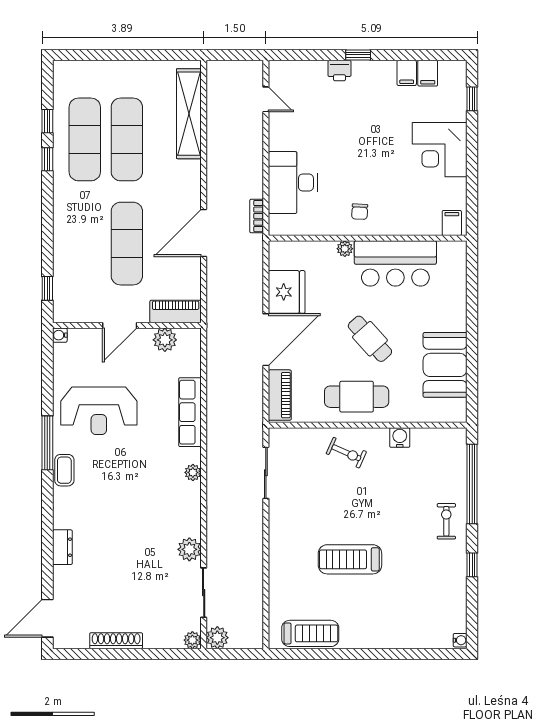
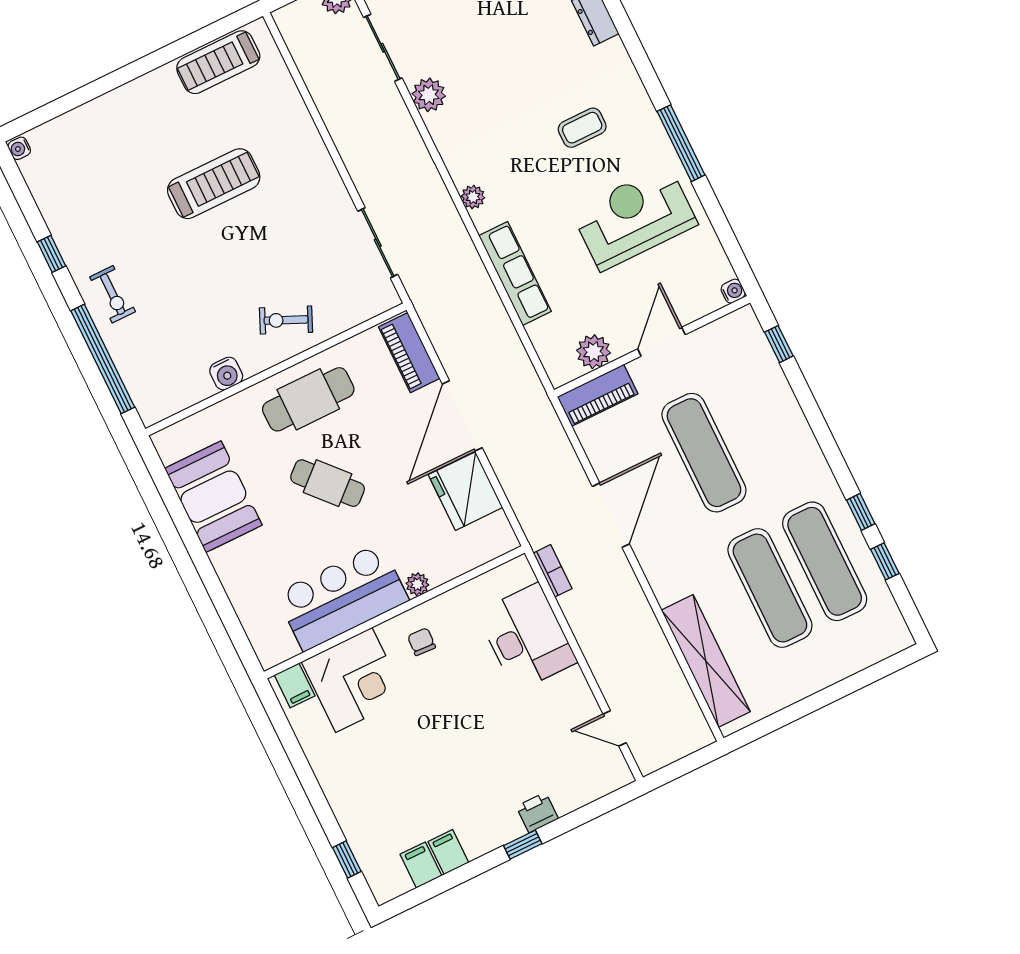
corner desk: (440, 150) -> (354, 680), moved, turned 90
coffee table: (64, 470) -> (582, 128), moved, turned 90

